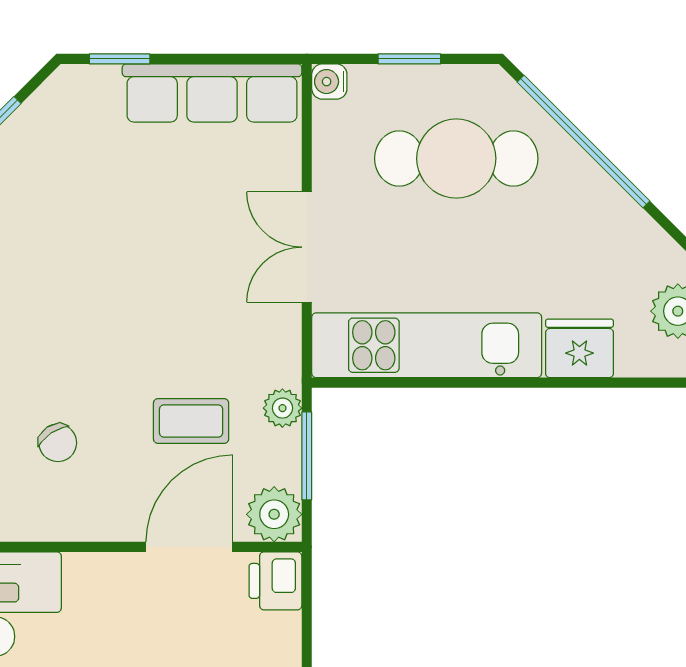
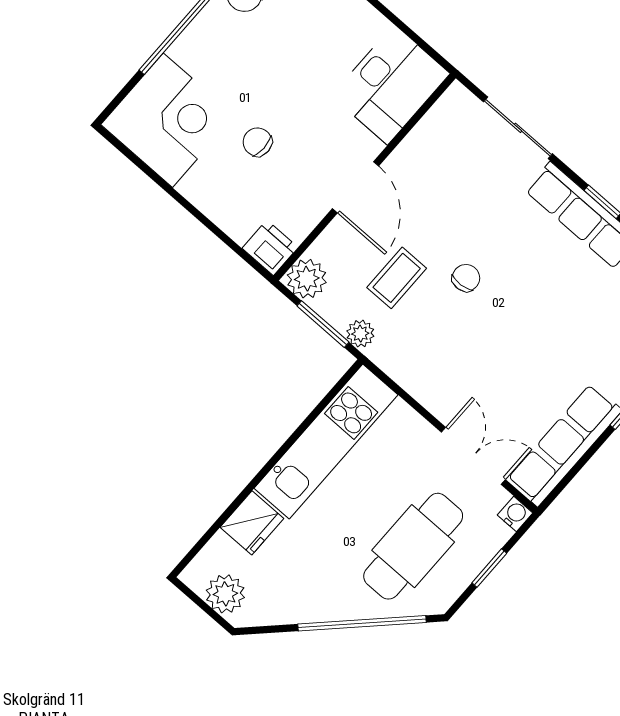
double door: (307, 247) -> (473, 456), moved
chair: (58, 443) -> (466, 278), moved, turned 120
door: (189, 547) -> (356, 187), moved

